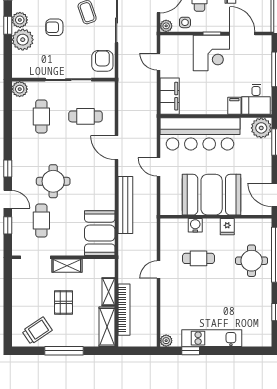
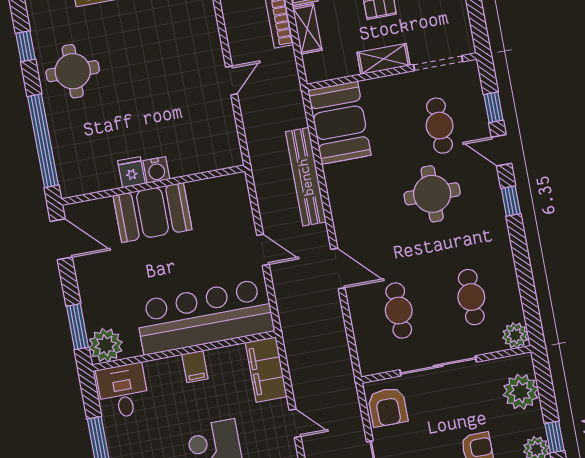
plant: (23, 40) -> (521, 392), moved
filing cabinet: (234, 106) -> (195, 367), moved
cafe table: (85, 116) -> (399, 311), turned 90
booth: (212, 195) -> (152, 213), width x0.73, depth x0.70
water cooler: (195, 225) -> (156, 170), moved
cafe table: (198, 258) -> (169, 111), removed
round table: (252, 261) -> (73, 71), moved

